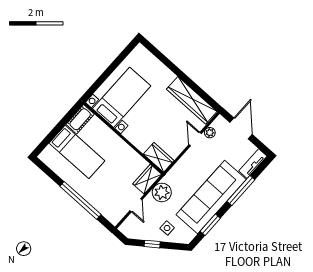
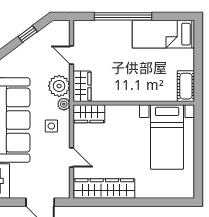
plant: (210, 133) -> (64, 104), moved
bed: (77, 152) -> (163, 34), moved
side table: (167, 228) -> (51, 126), moved

